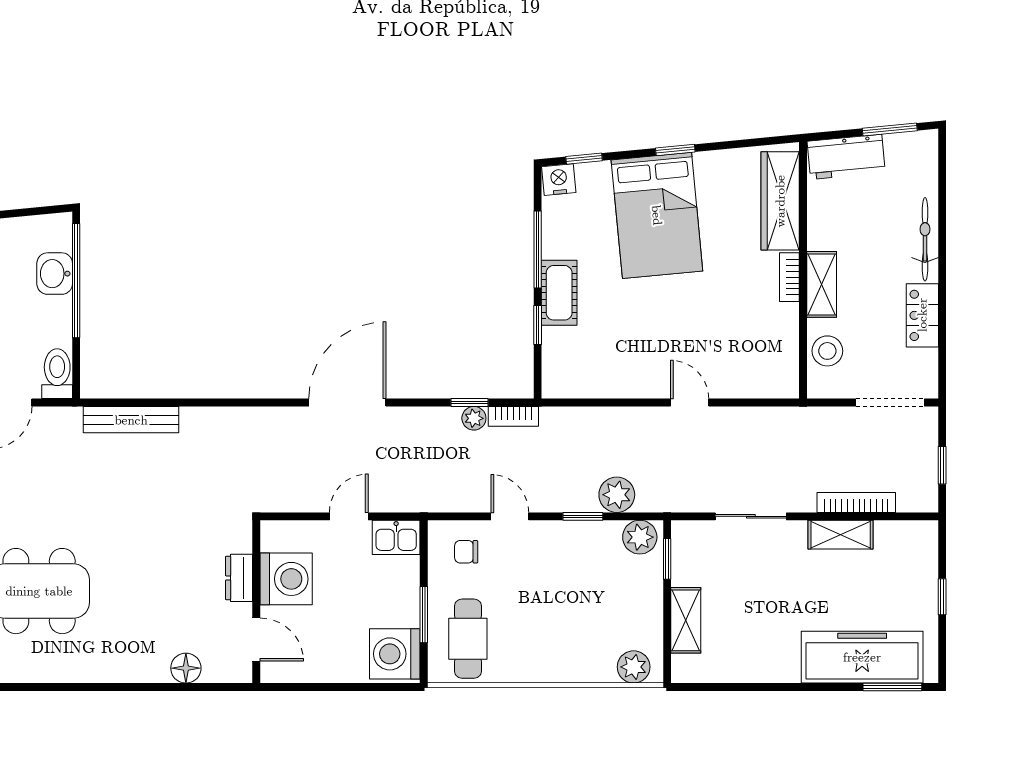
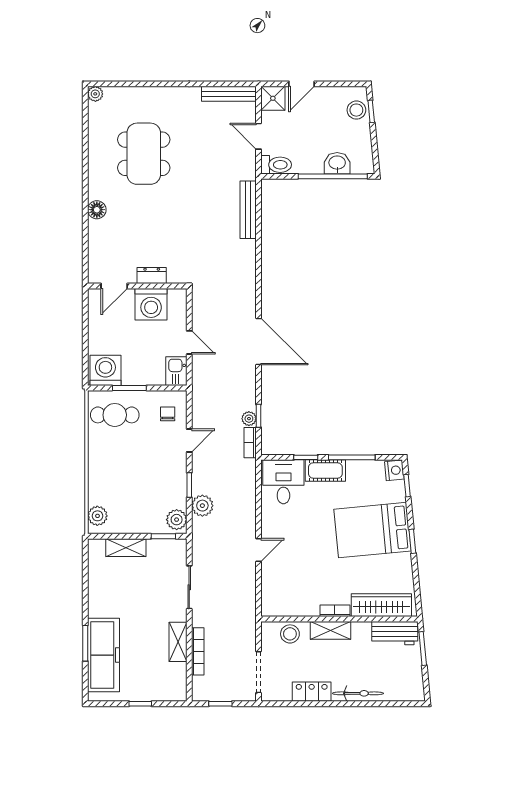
window: (890, 129) -> (423, 649), moved
workbench: (846, 157) -> (395, 633), moved, turned -85
desk: (578, 362) -> (283, 482), added
floor lamp: (186, 668) -> (97, 210), moved
window: (892, 687) -> (85, 643), moved

